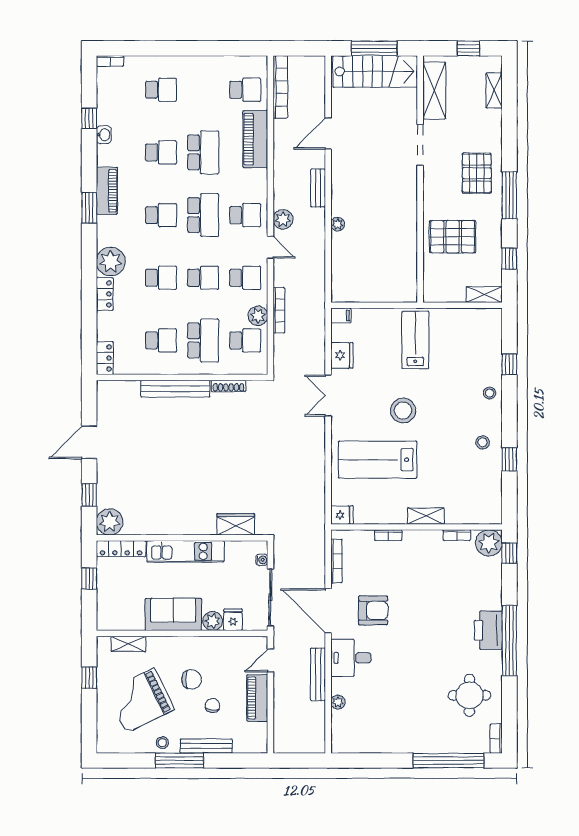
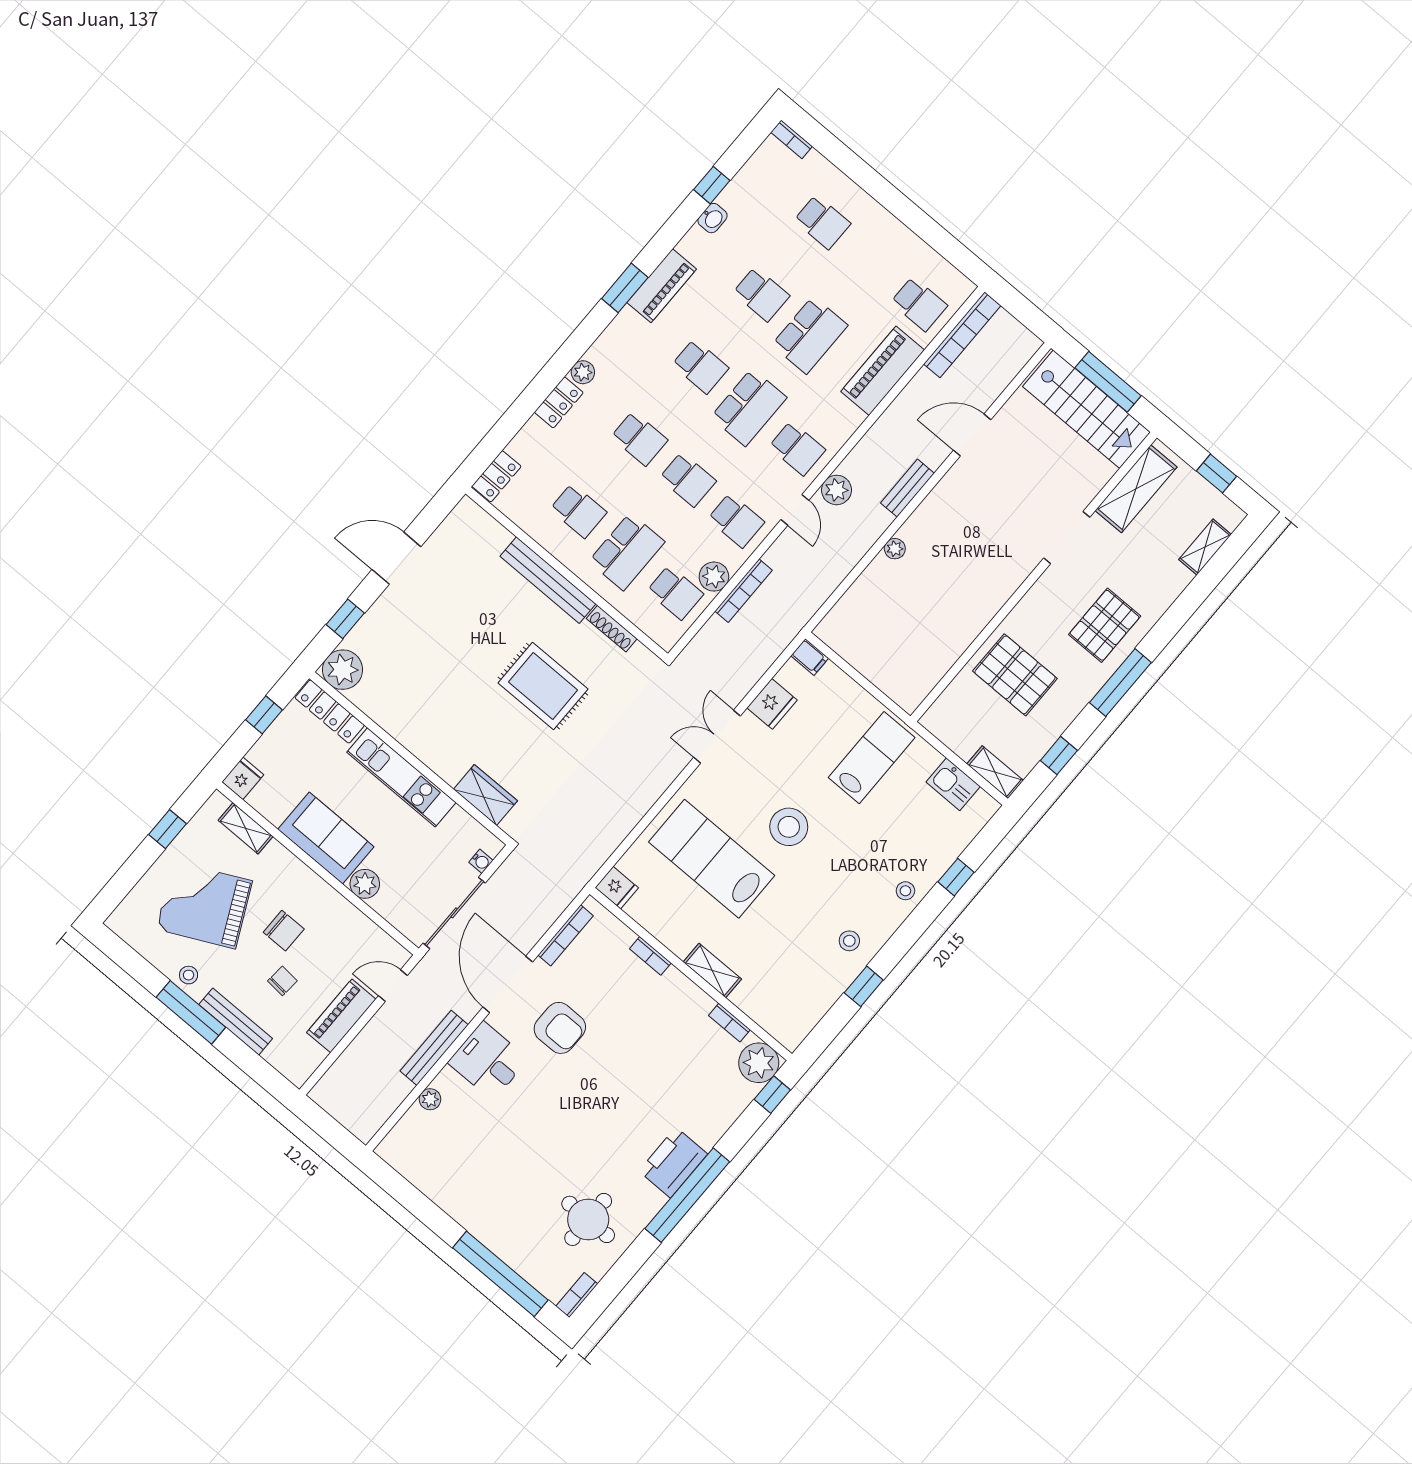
plant: (111, 262) -> (583, 372), width x0.53, depth x0.53
kitchen sink: (468, 319) -> (953, 784), added
rug: (218, 444) -> (543, 686), added
fridge: (233, 620) -> (243, 778), moved

